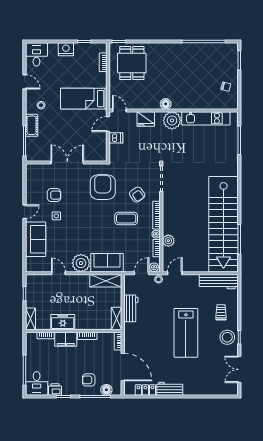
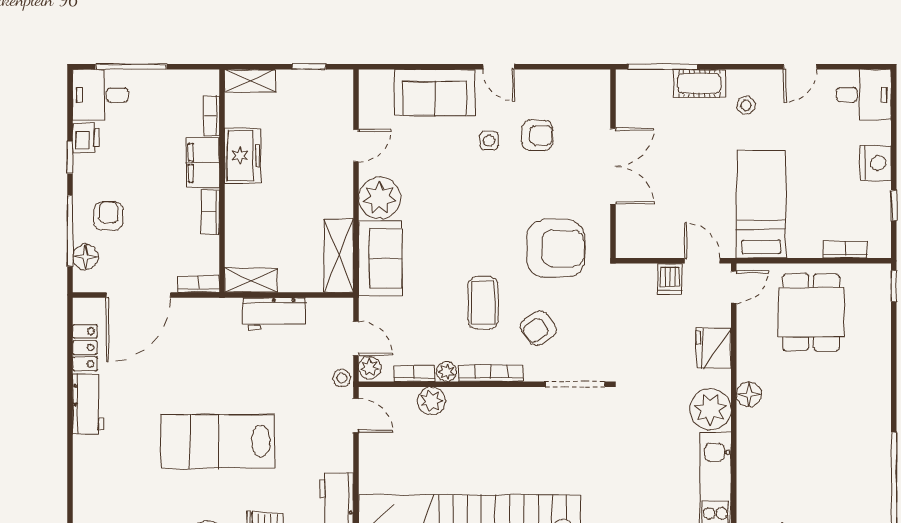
dining table: (132, 63) -> (811, 312), moved, turned 90
armchair: (54, 195) -> (537, 135), turned -90

